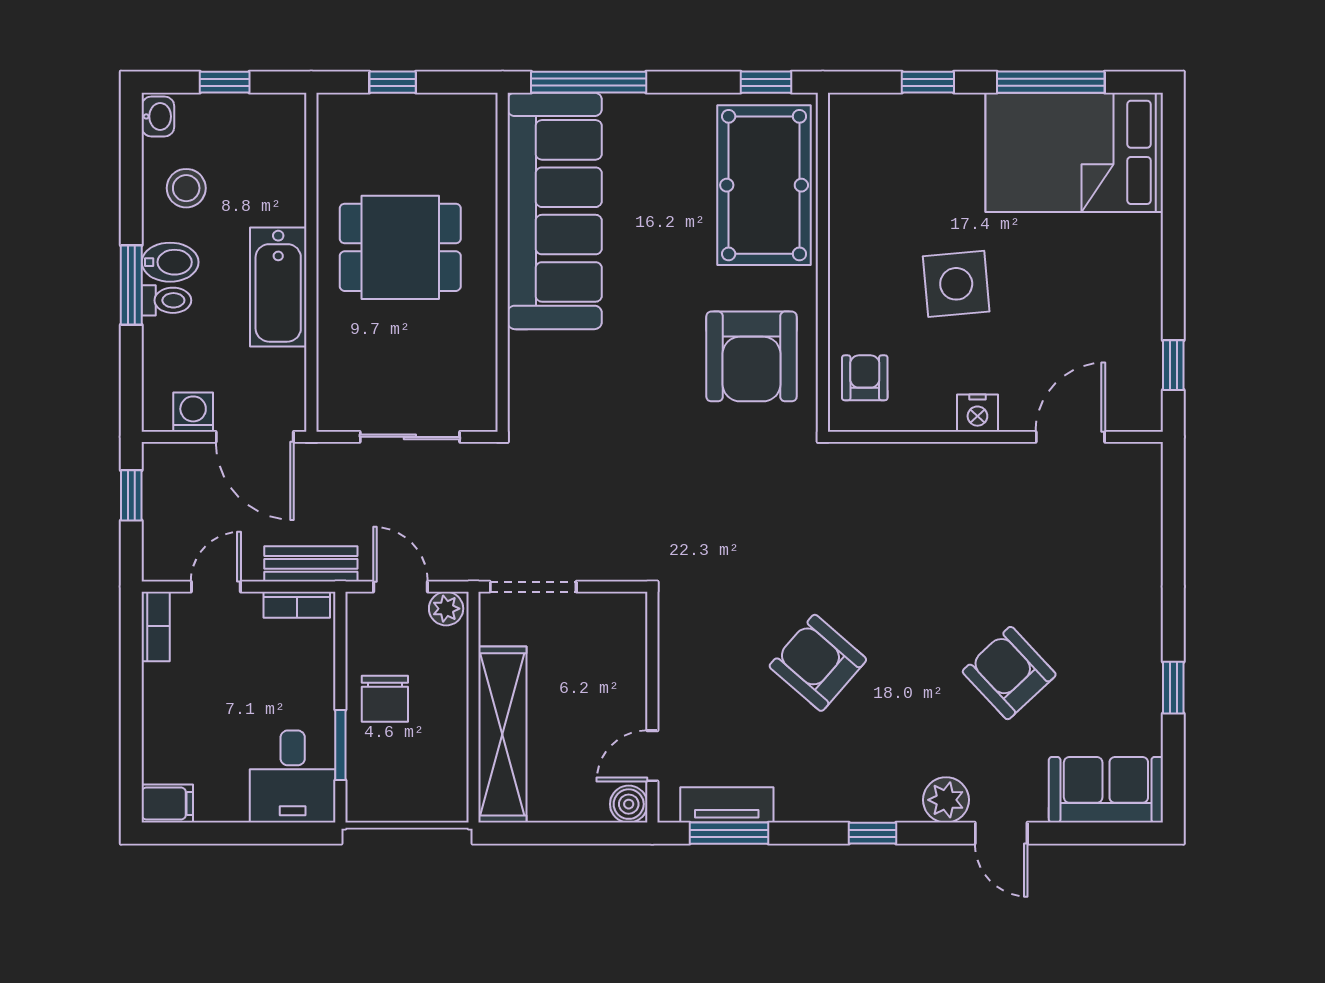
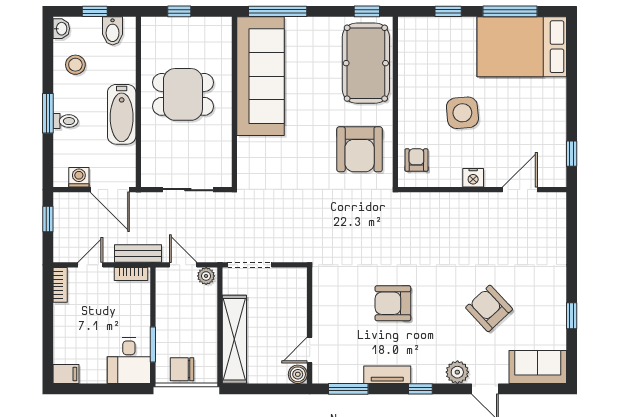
bidet: (170, 262) -> (113, 31), moved, turned 90
armchair: (818, 663) -> (393, 303), turned -41
chair: (385, 699) -> (182, 369), moved, turned 90
tv unit: (727, 805) -> (387, 375), moved

